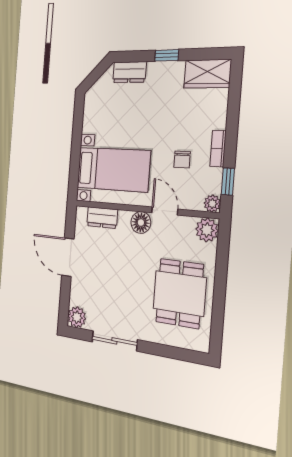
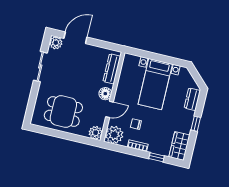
bed with nightstands: (113, 169) -> (155, 84), moved
window: (228, 182) -> (157, 157), moved
plant: (212, 204) -> (114, 135), width x1.87, depth x1.87
dresser: (102, 218) -> (112, 69), width x1.44
door: (68, 257) -> (75, 38), moved

